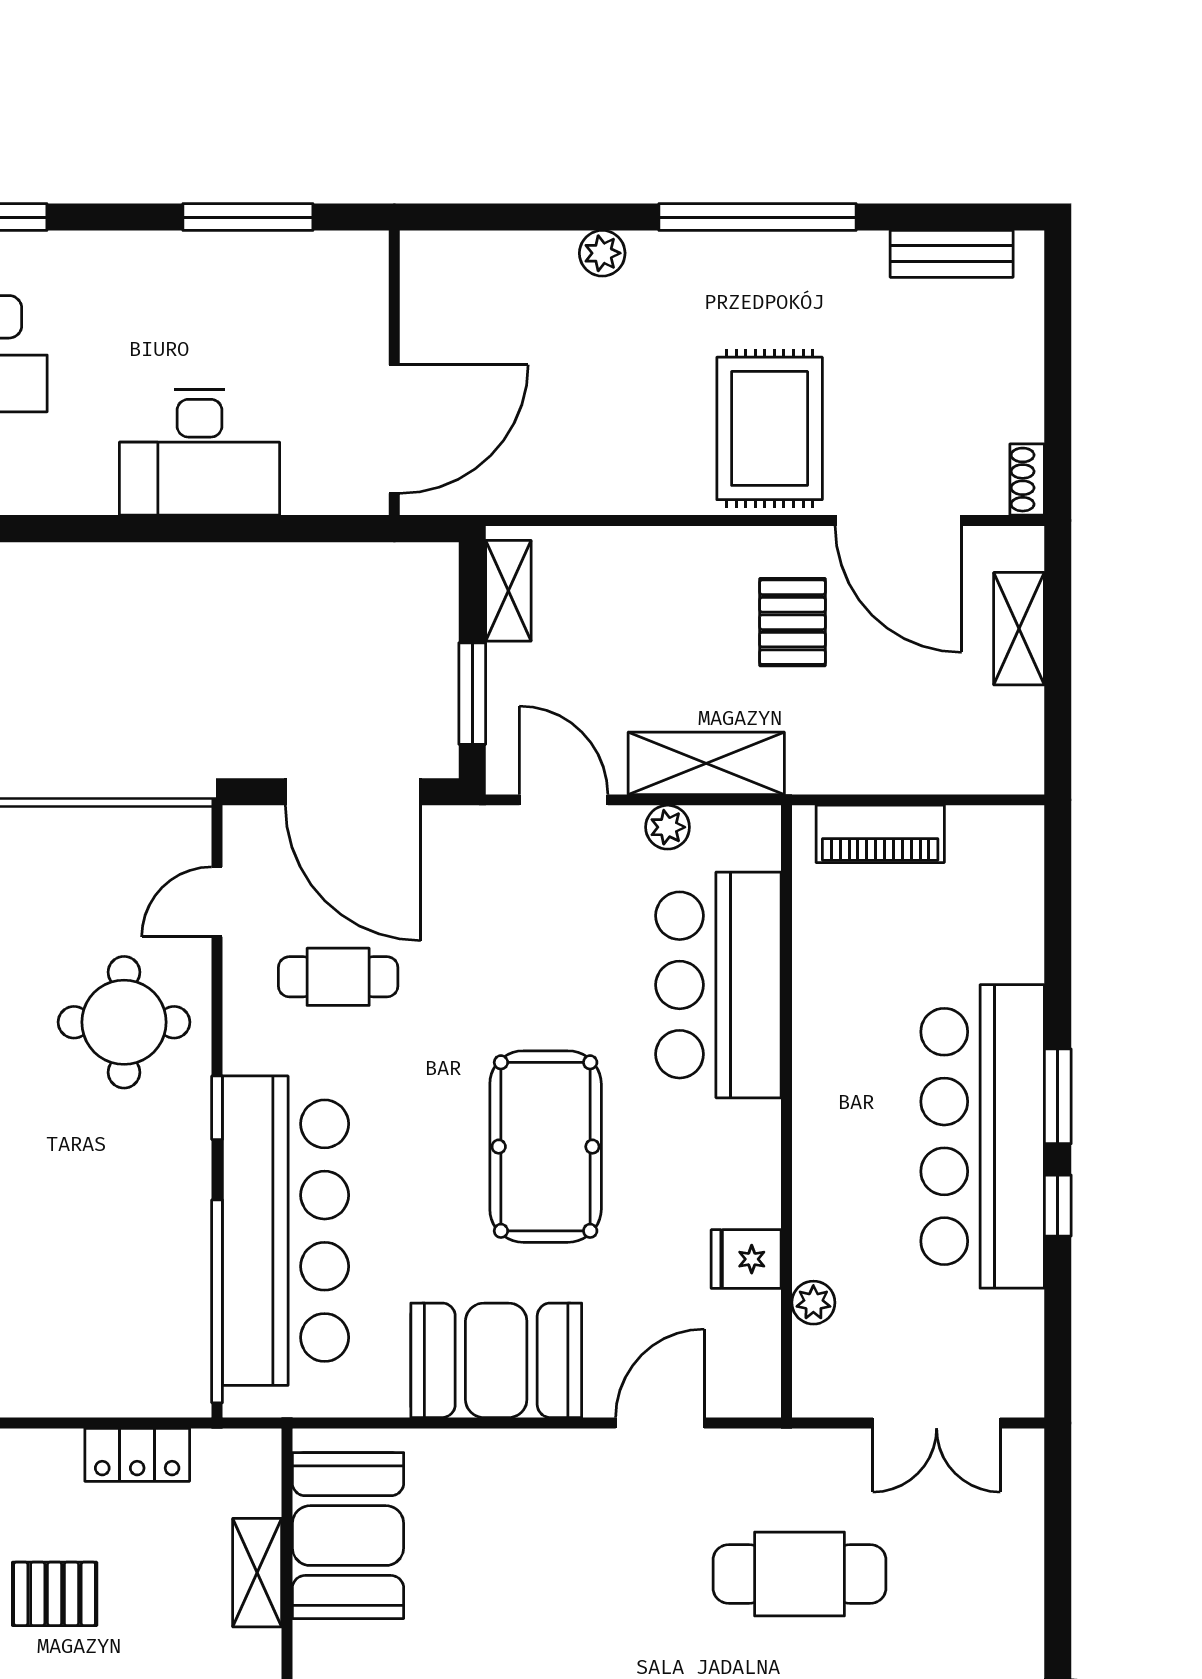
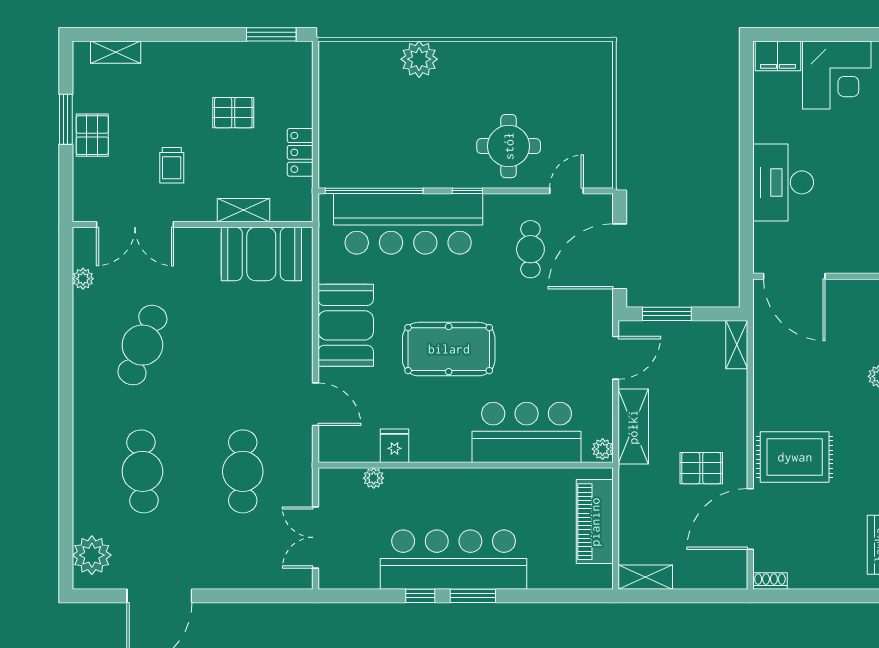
shelving: (508, 591) -> (737, 345), moved, turned 90
shelving: (1019, 629) -> (645, 577), moved
plant: (668, 827) -> (603, 449), moved
piano: (880, 834) -> (595, 522), width x1.37, depth x1.33
door: (217, 902) -> (567, 191), hinge flipped
pallet: (55, 1594) -> (233, 113), turned 90

